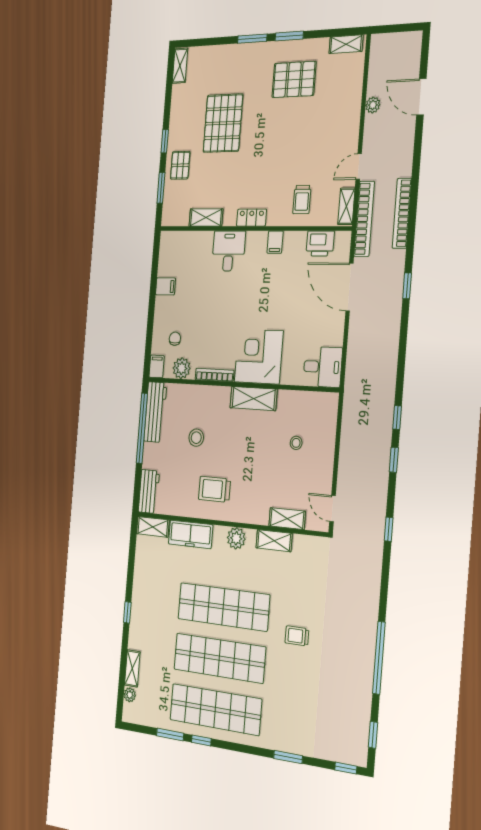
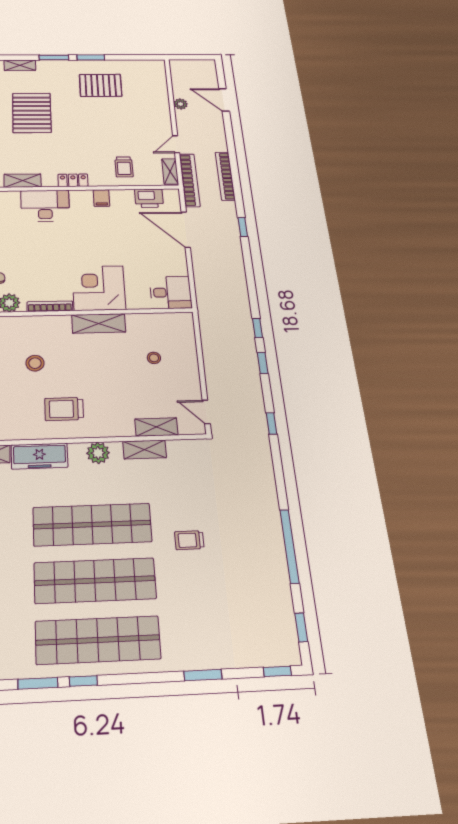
shelving: (346, 44) -> (20, 65), moved
desk: (229, 251) -> (45, 206), width x1.37

